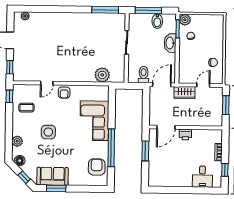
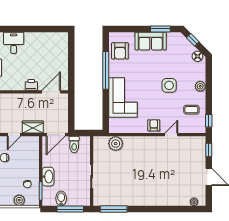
plant: (185, 20) -> (19, 200), moved
plant: (17, 141) -> (200, 86), moved
window: (145, 151) -> (71, 68), removed
sofa: (53, 176) -> (151, 41), moved

